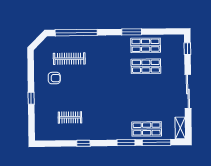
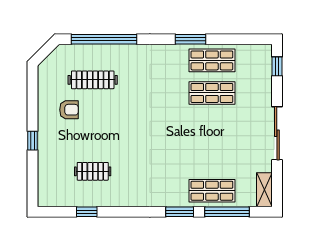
window: (83, 143) -> (87, 212), moved

